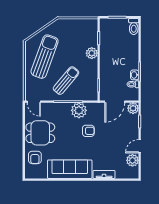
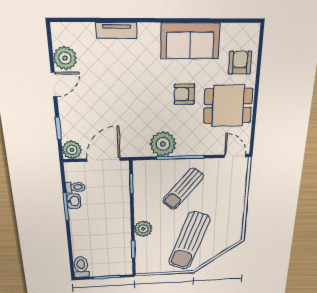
sun lounger: (45, 57) -> (189, 241), moved
armchair: (88, 131) -> (184, 94), moved
sofa: (70, 169) -> (190, 41), width x0.73

